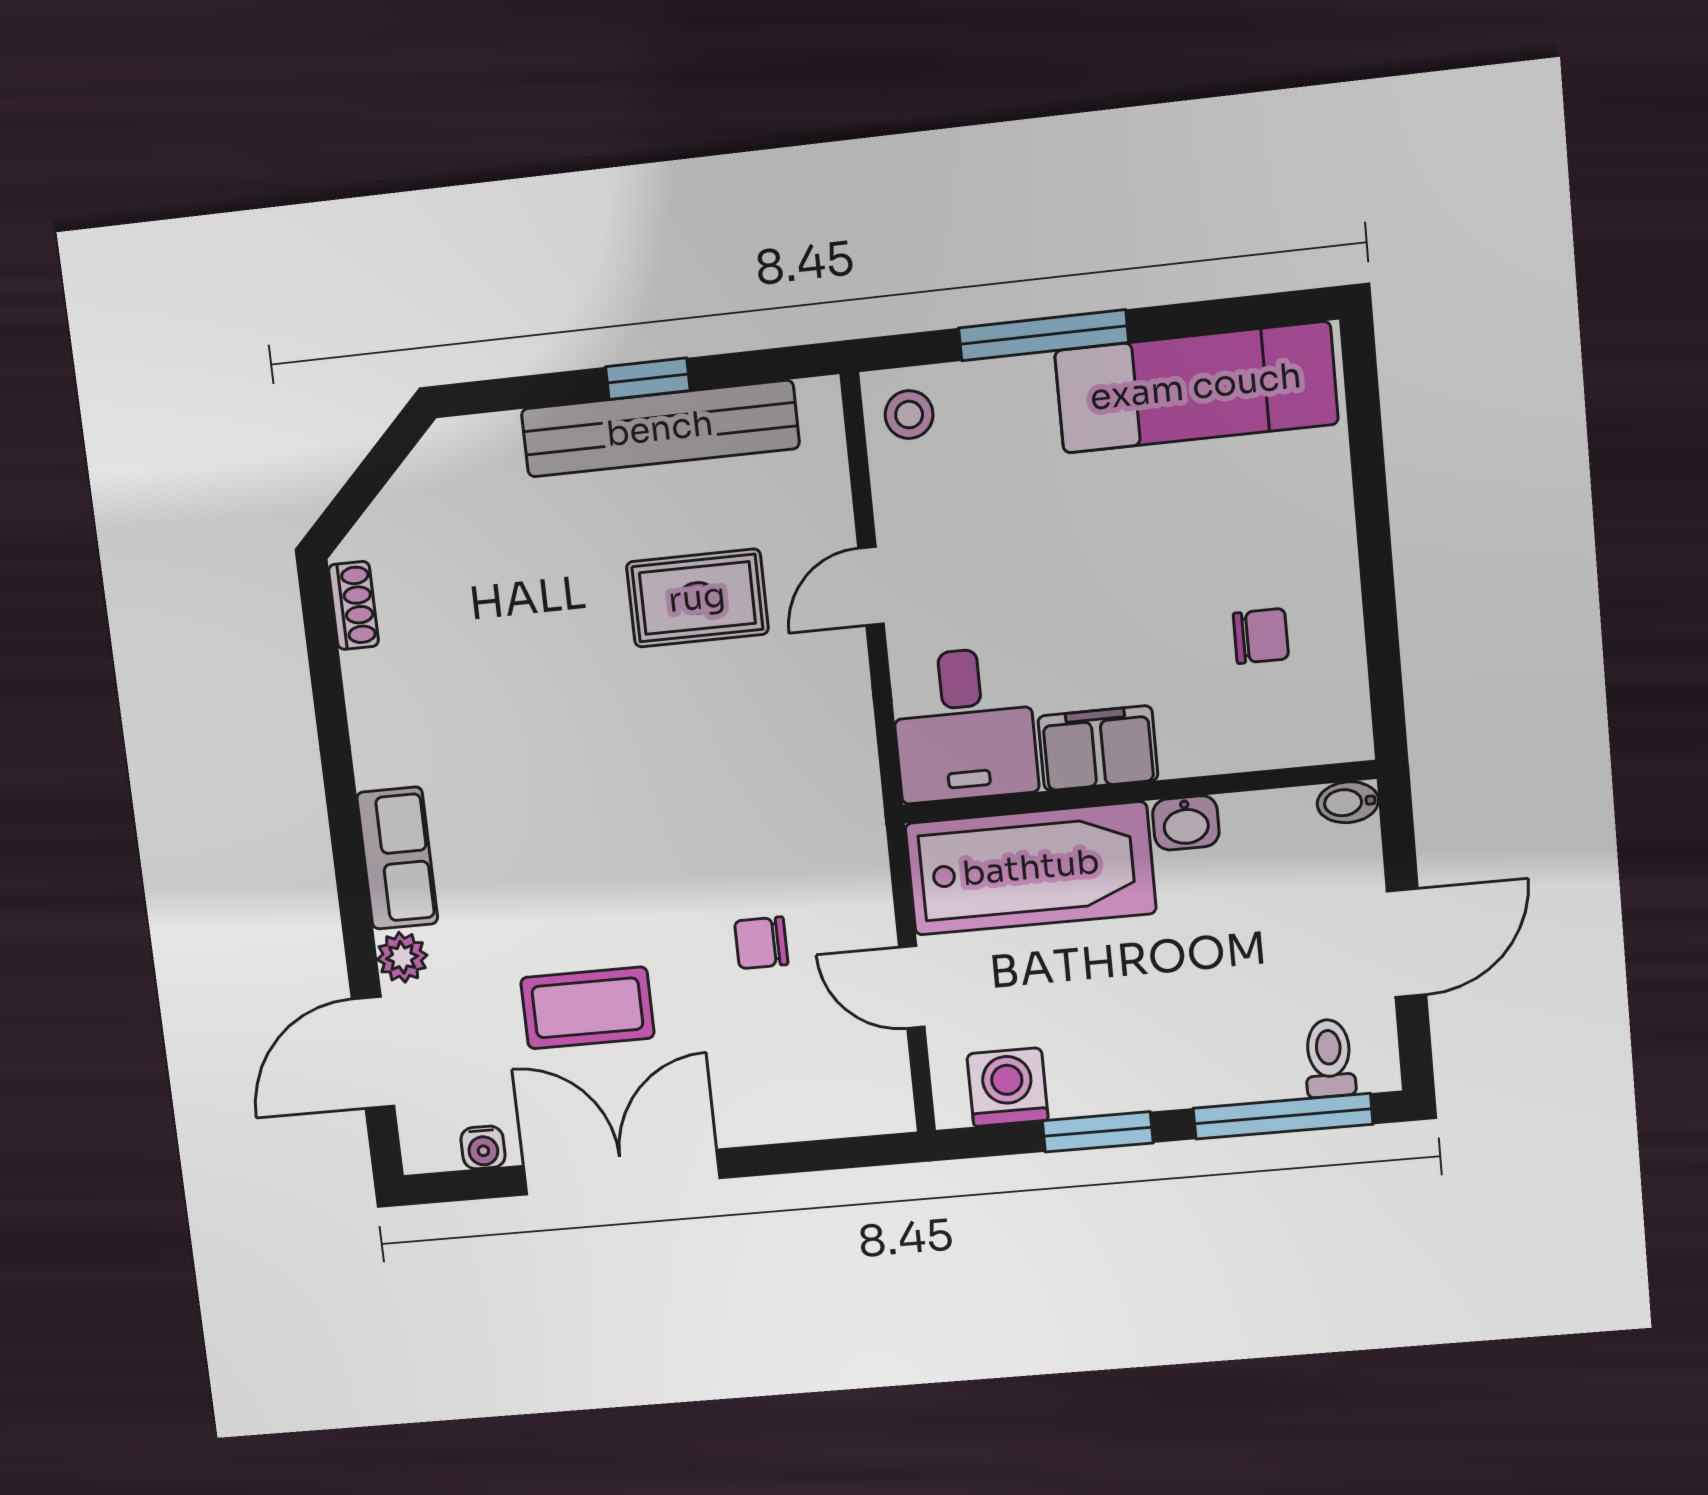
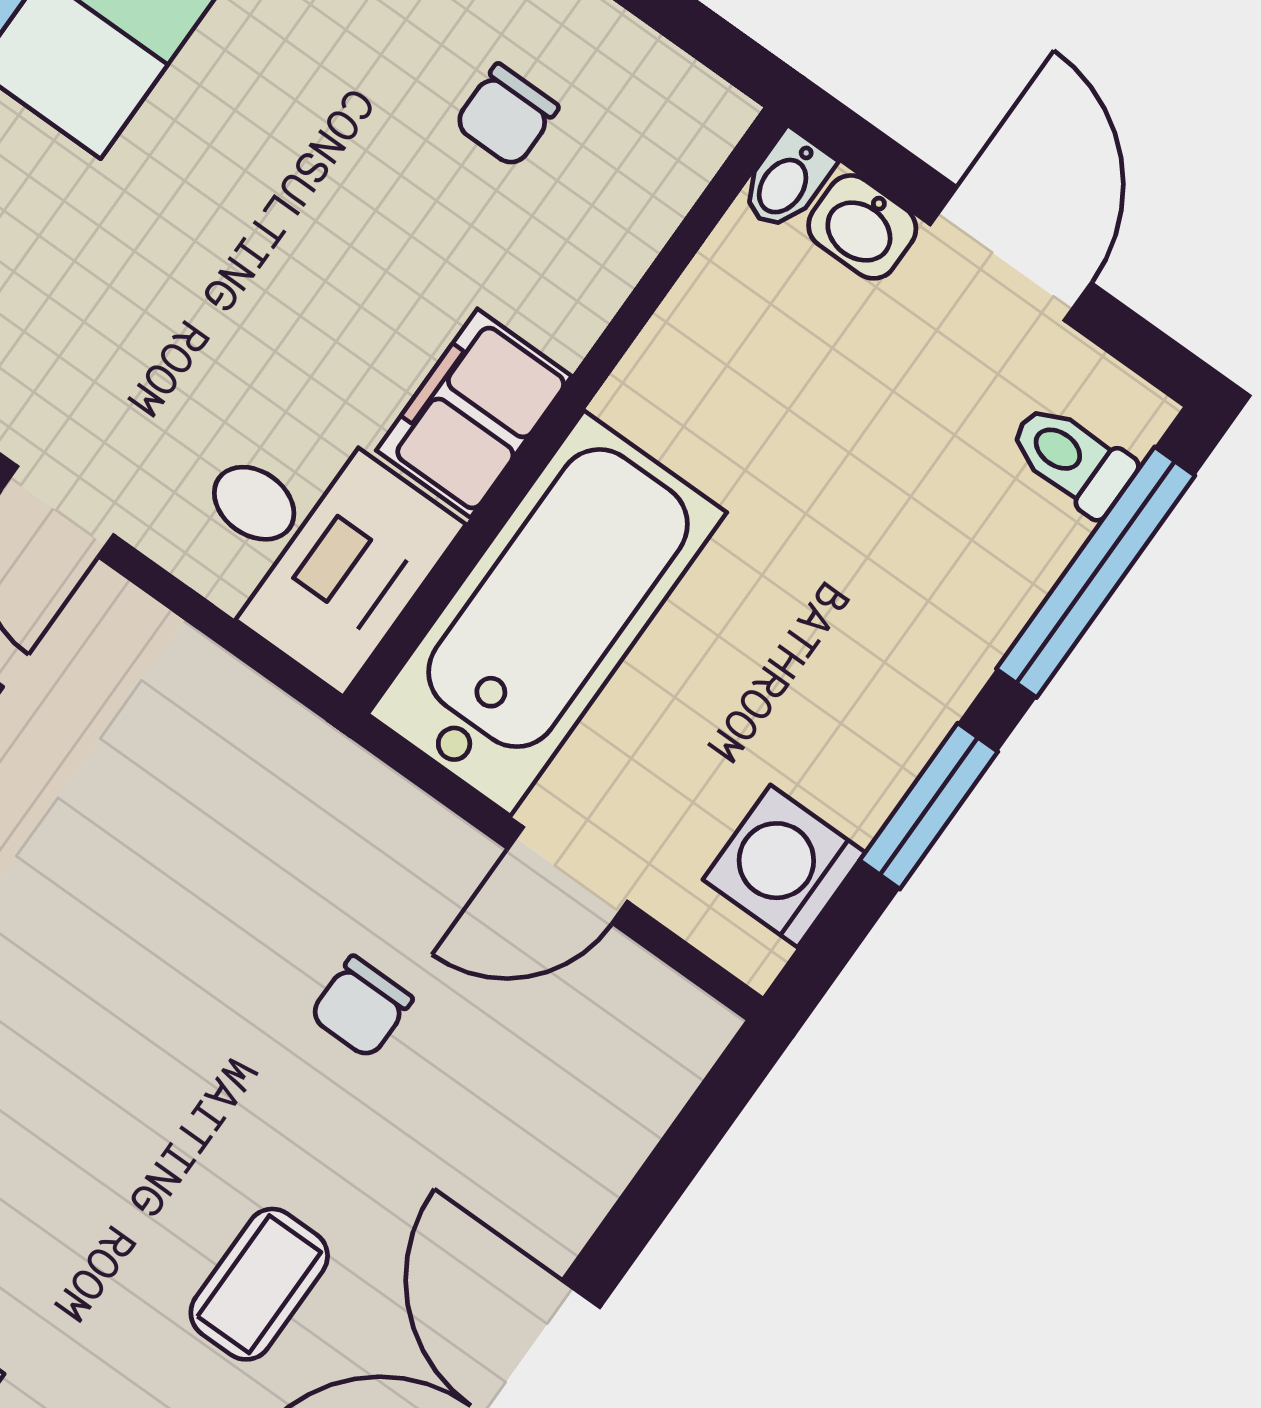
chair: (1261, 636) -> (506, 116), turned 180
washbasin: (1186, 823) -> (862, 227), moved, turned 90
coffee table: (587, 1008) -> (259, 1284), width x0.73, depth x0.77

